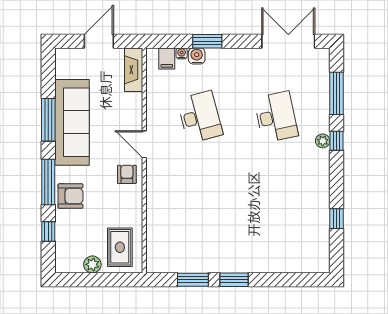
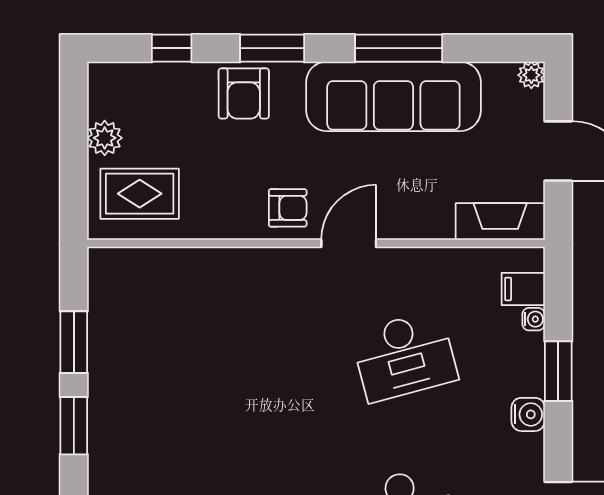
plant: (61, 54) -> (531, 75), added
water cooler: (197, 56) -> (528, 414), moved
window: (48, 182) -> (272, 48), width x0.69

